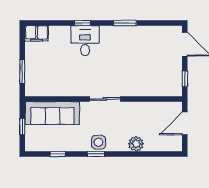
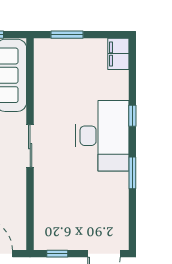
desk: (85, 41) -> (102, 136), width x1.87, depth x1.30

